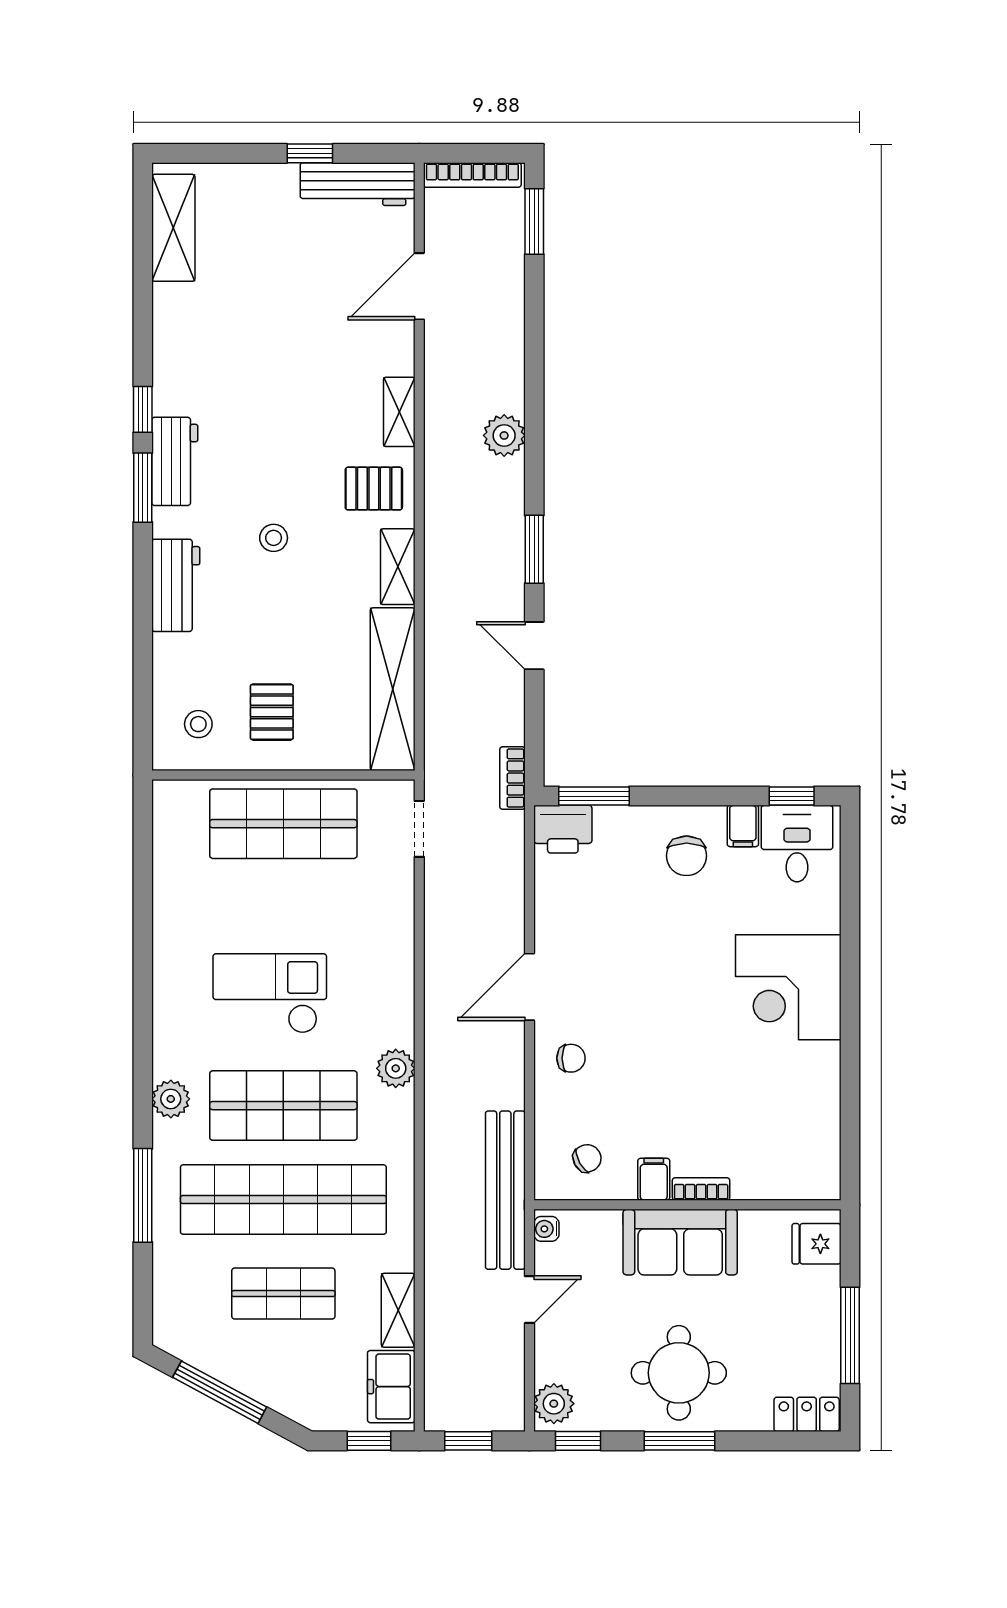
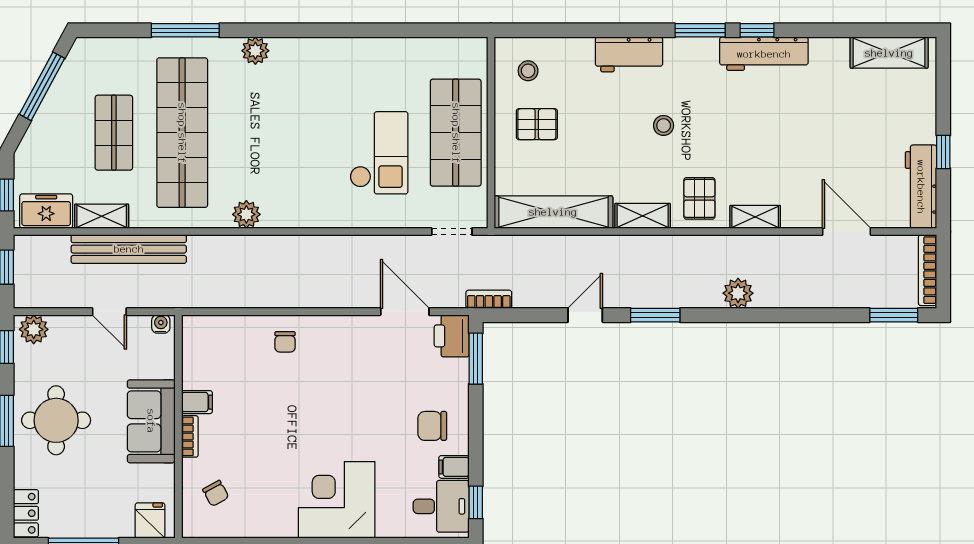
workbench: (175, 461) -> (764, 54), moved, width x1.38
door: (529, 987) -> (405, 312), moved
checkout: (270, 993) -> (379, 153), moved
plant: (396, 1068) -> (246, 214), moved
shop shelf: (283, 1106) -> (251, 133), removed
chair: (587, 1158) -> (216, 493), moved
bench: (505, 1190) -> (129, 249), moved

